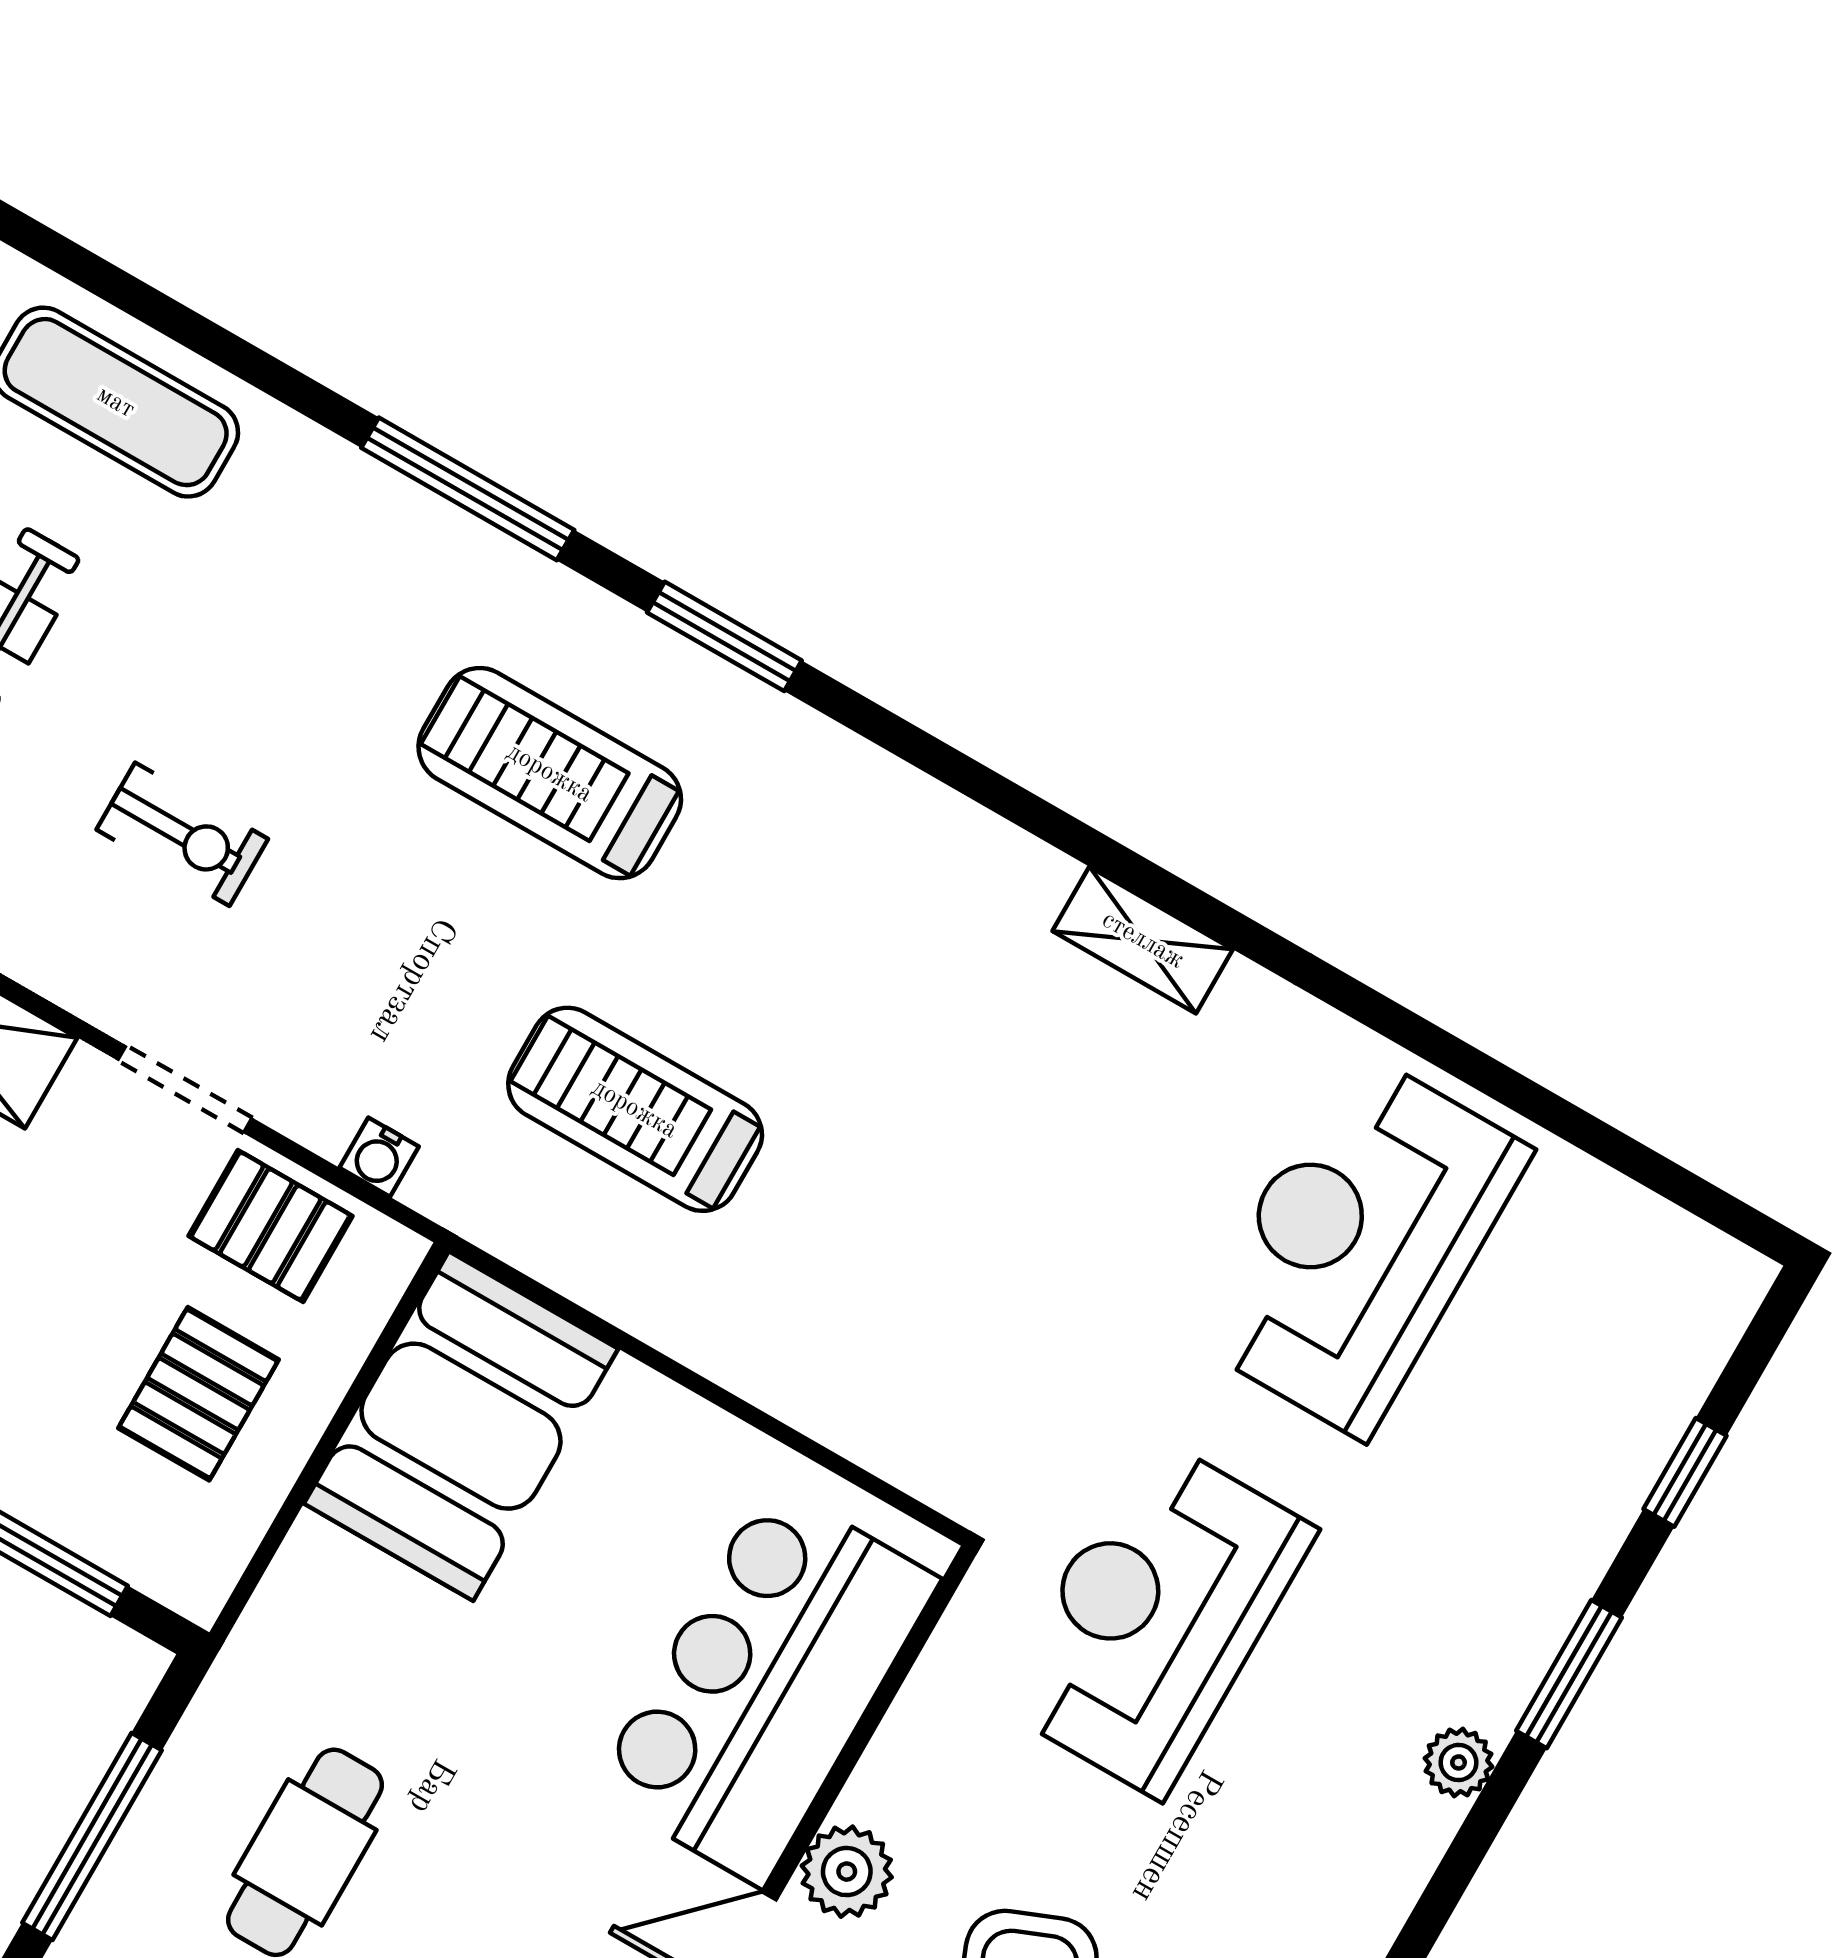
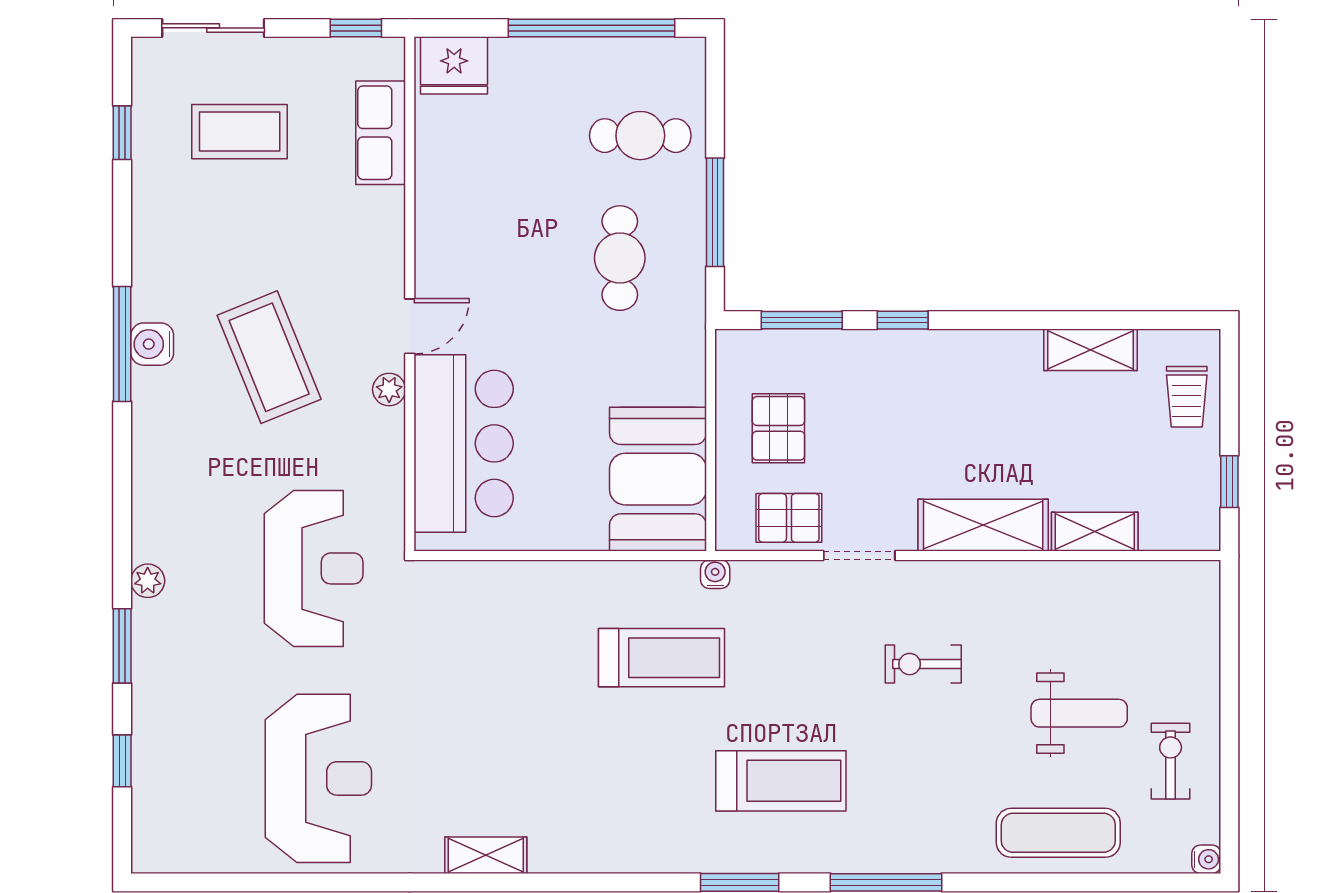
water cooler: (379, 1157) -> (715, 574), moved
plant: (847, 1872) -> (389, 389), width x0.73, depth x0.73

